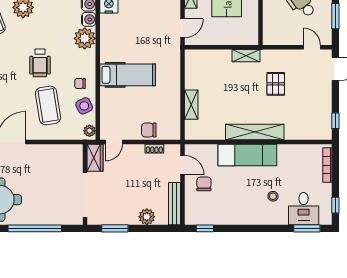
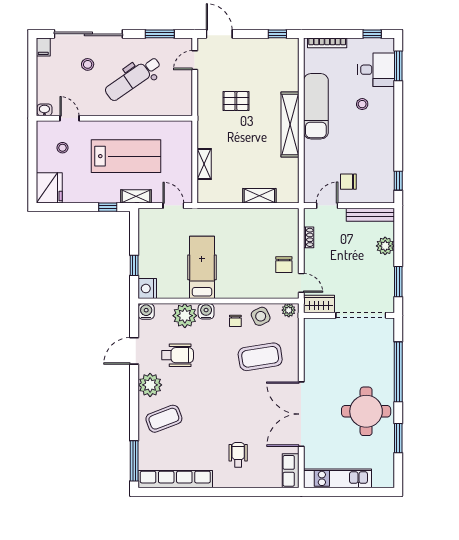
water cooler: (89, 19) -> (206, 311), moved
shelving: (246, 56) -> (204, 164), moved
wheelchair: (40, 63) -> (177, 355), moved
hospital bed: (128, 75) -> (202, 267), moved
chair: (149, 130) -> (284, 265), moved
exam couch: (247, 155) -> (316, 106), moved

